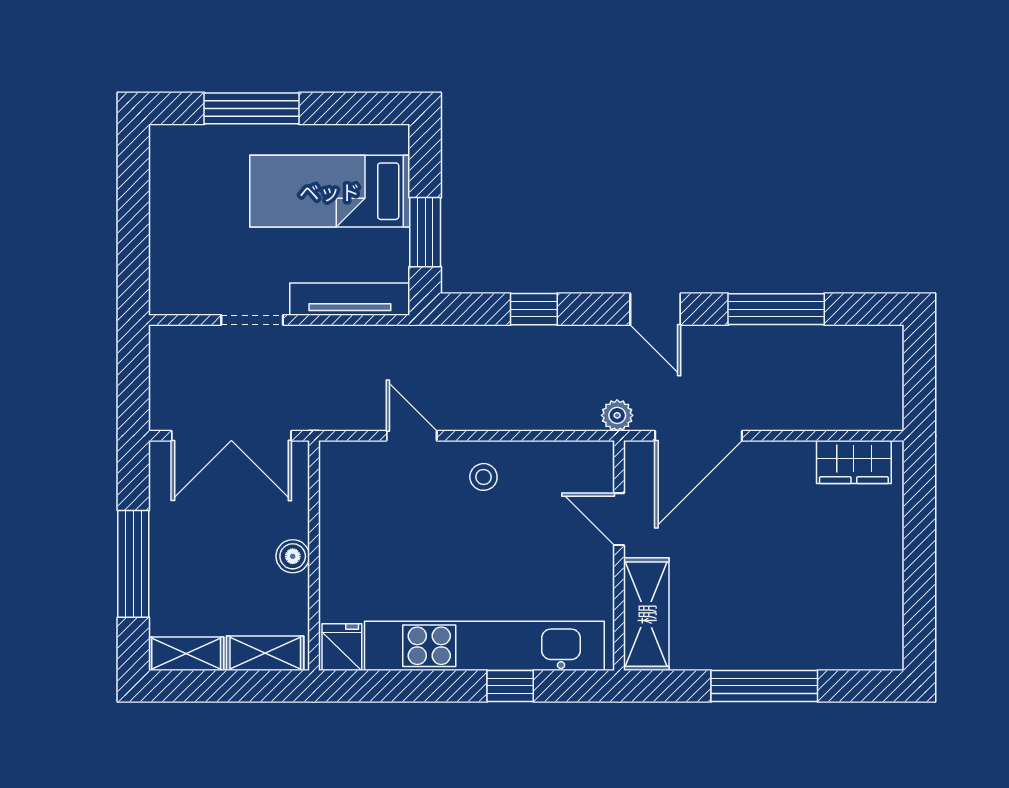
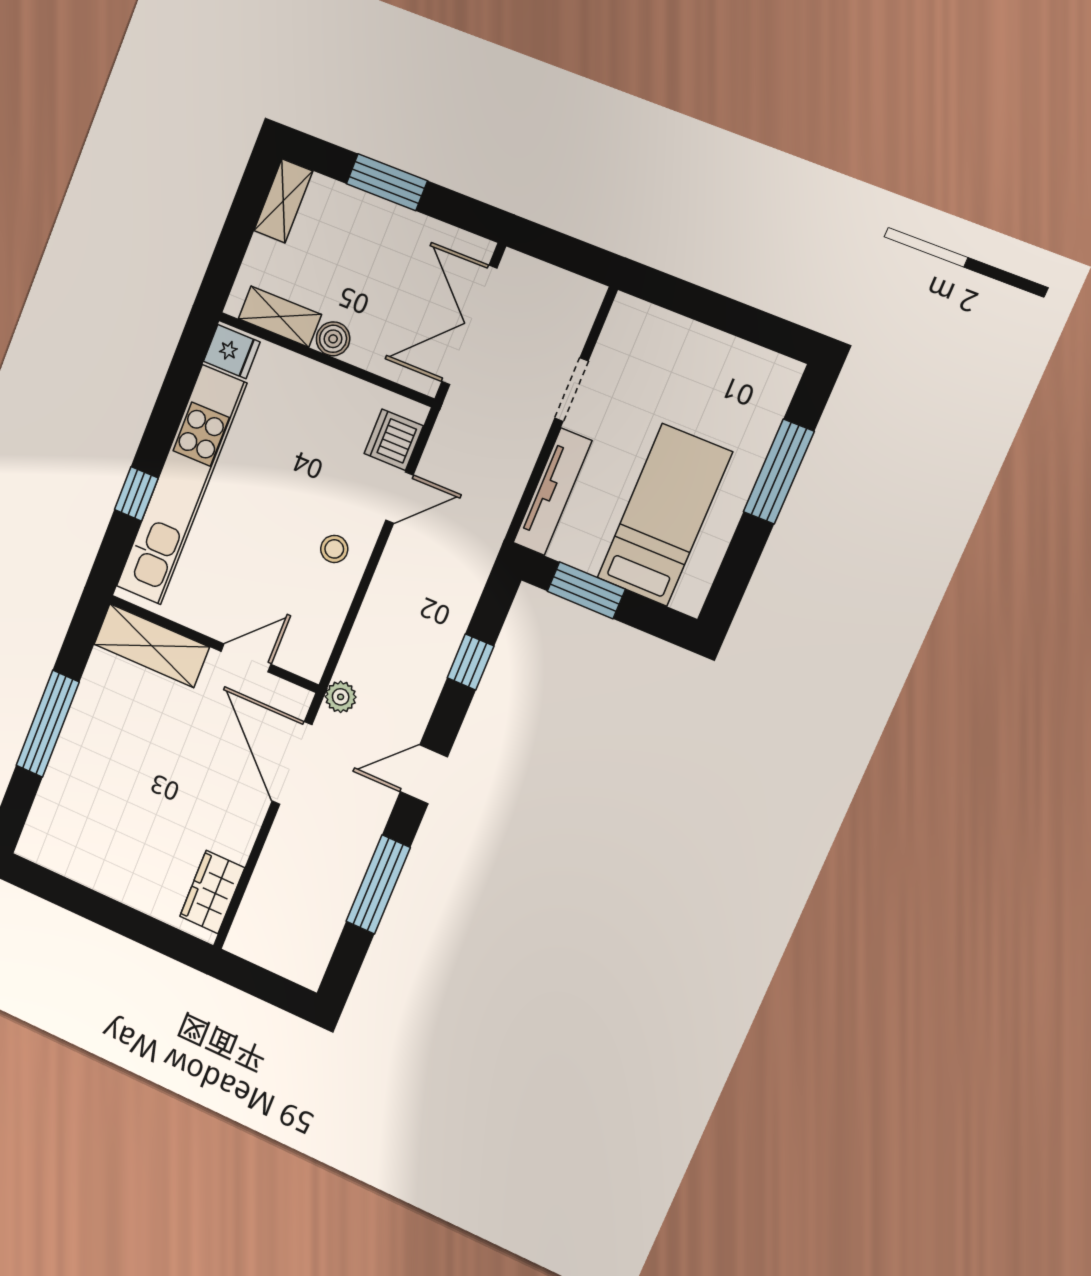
dishwasher: (362, 463) -> (394, 440), added
window: (133, 564) -> (387, 182), width x0.69
shelving: (265, 653) -> (280, 317), moved, turned 90

